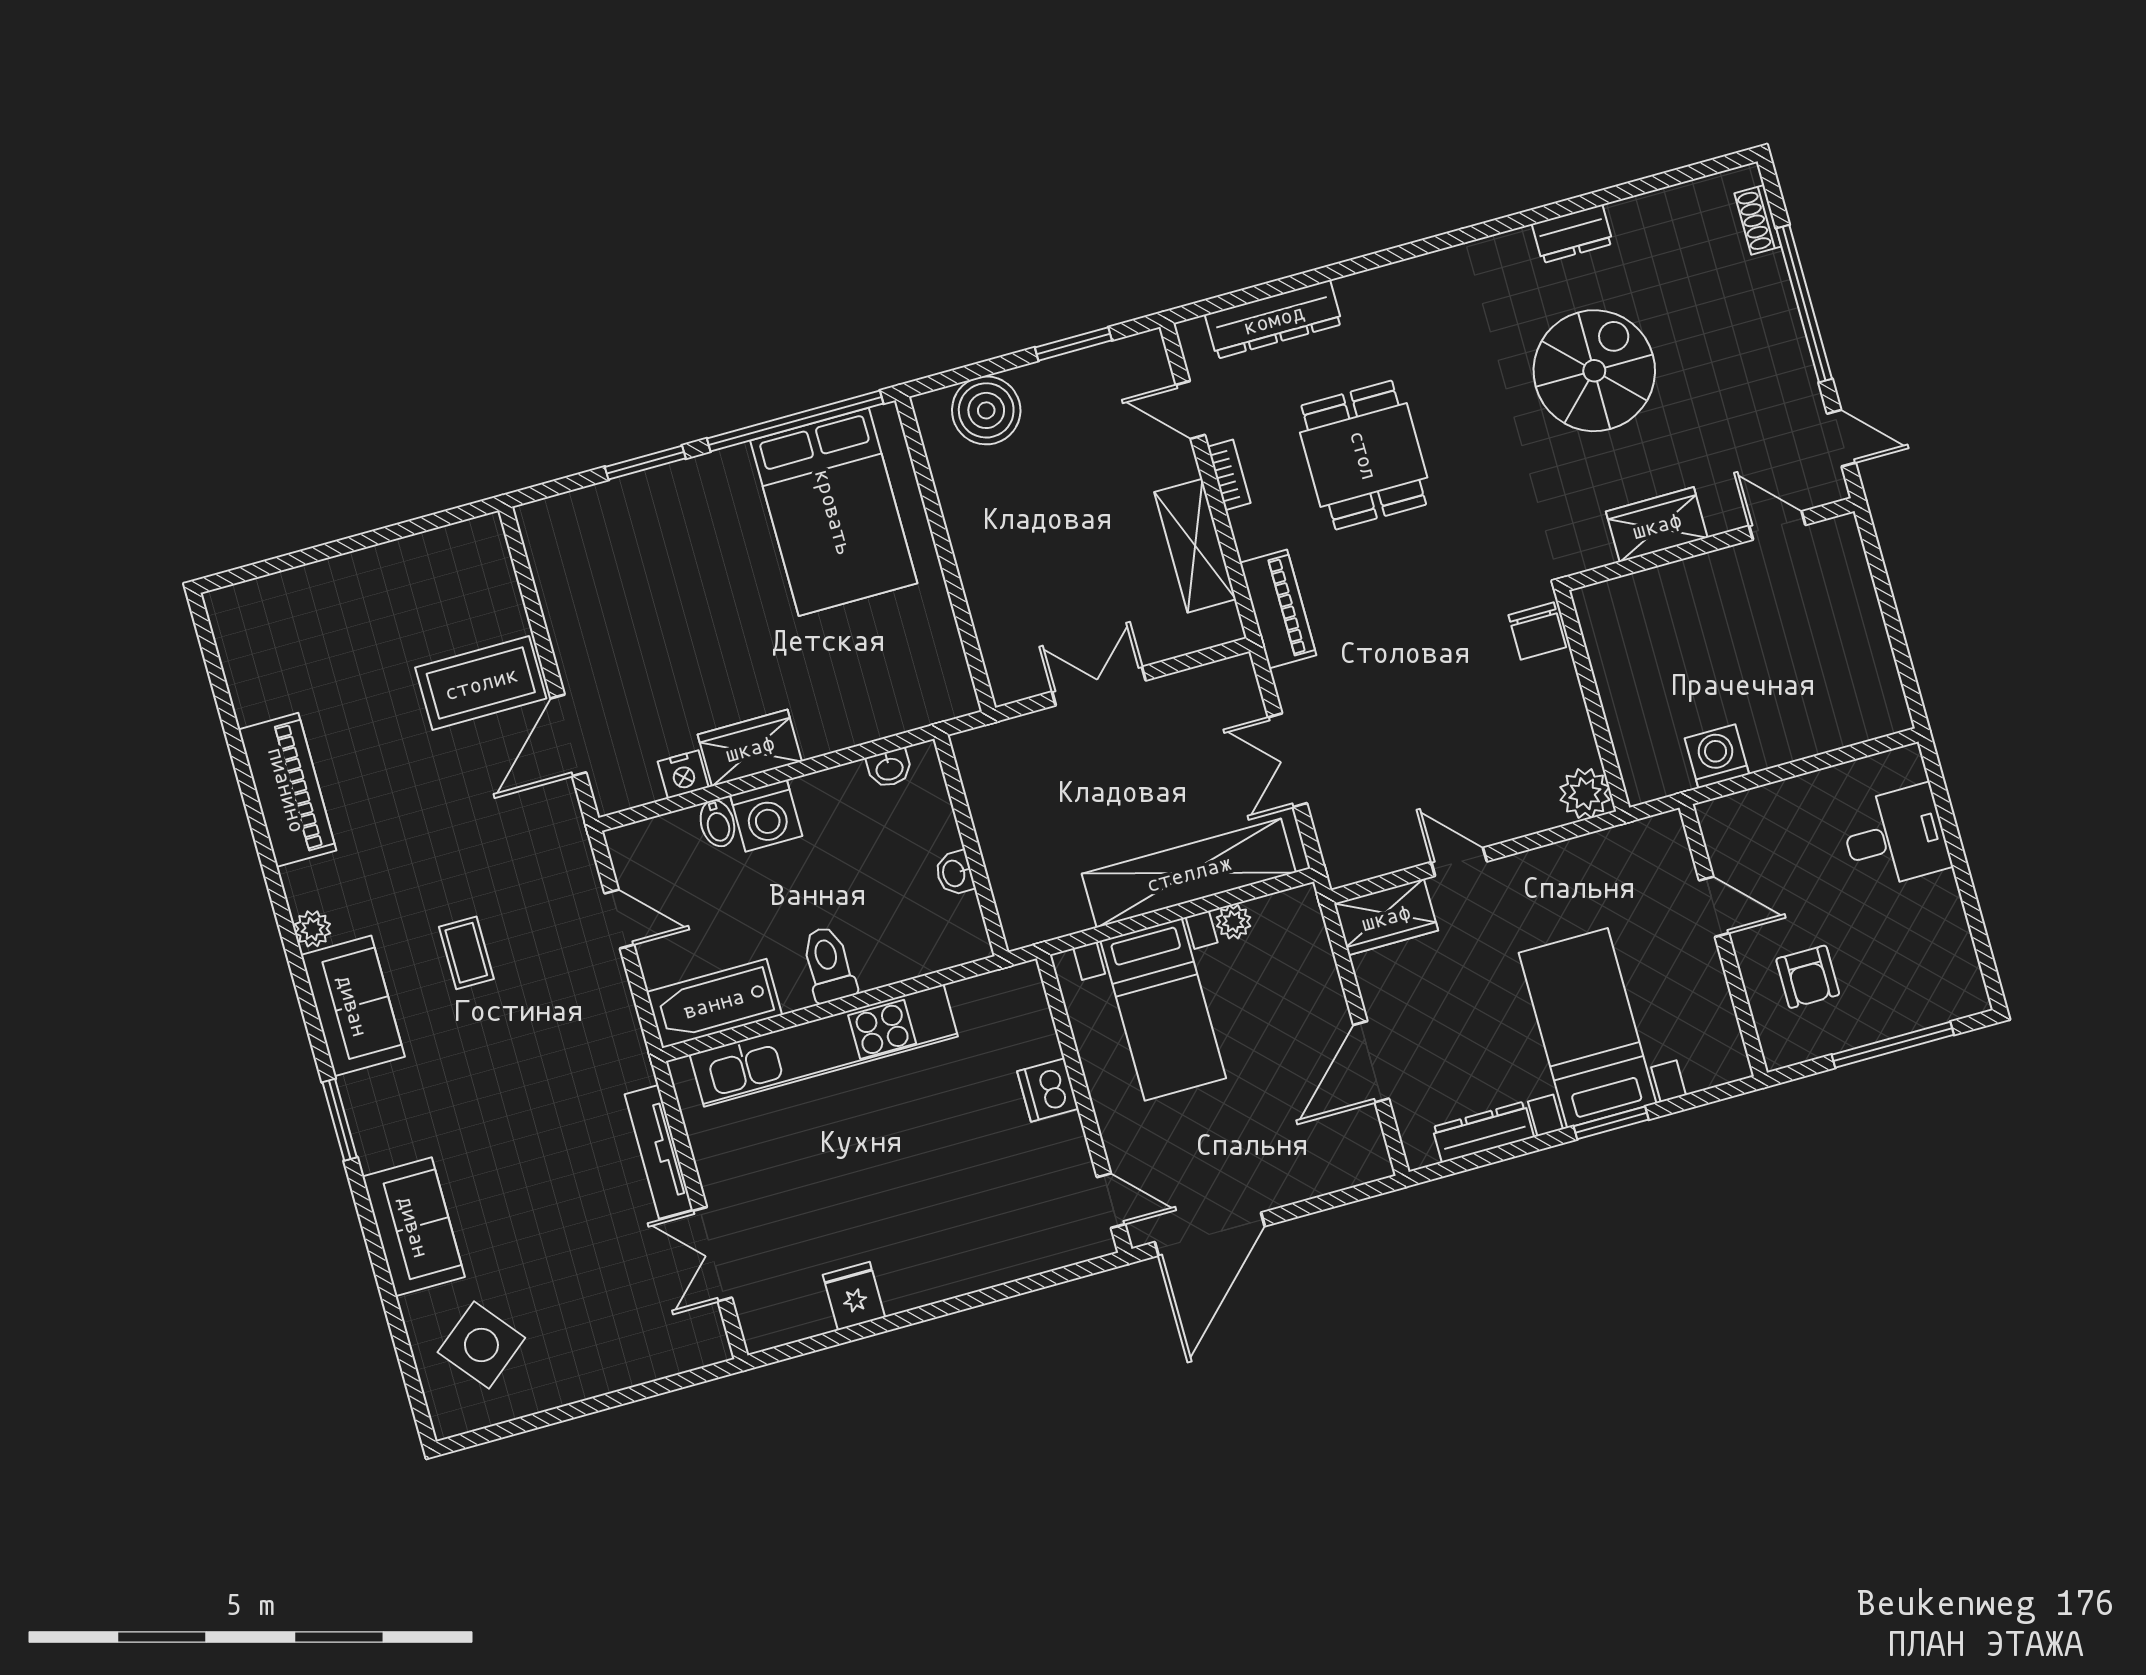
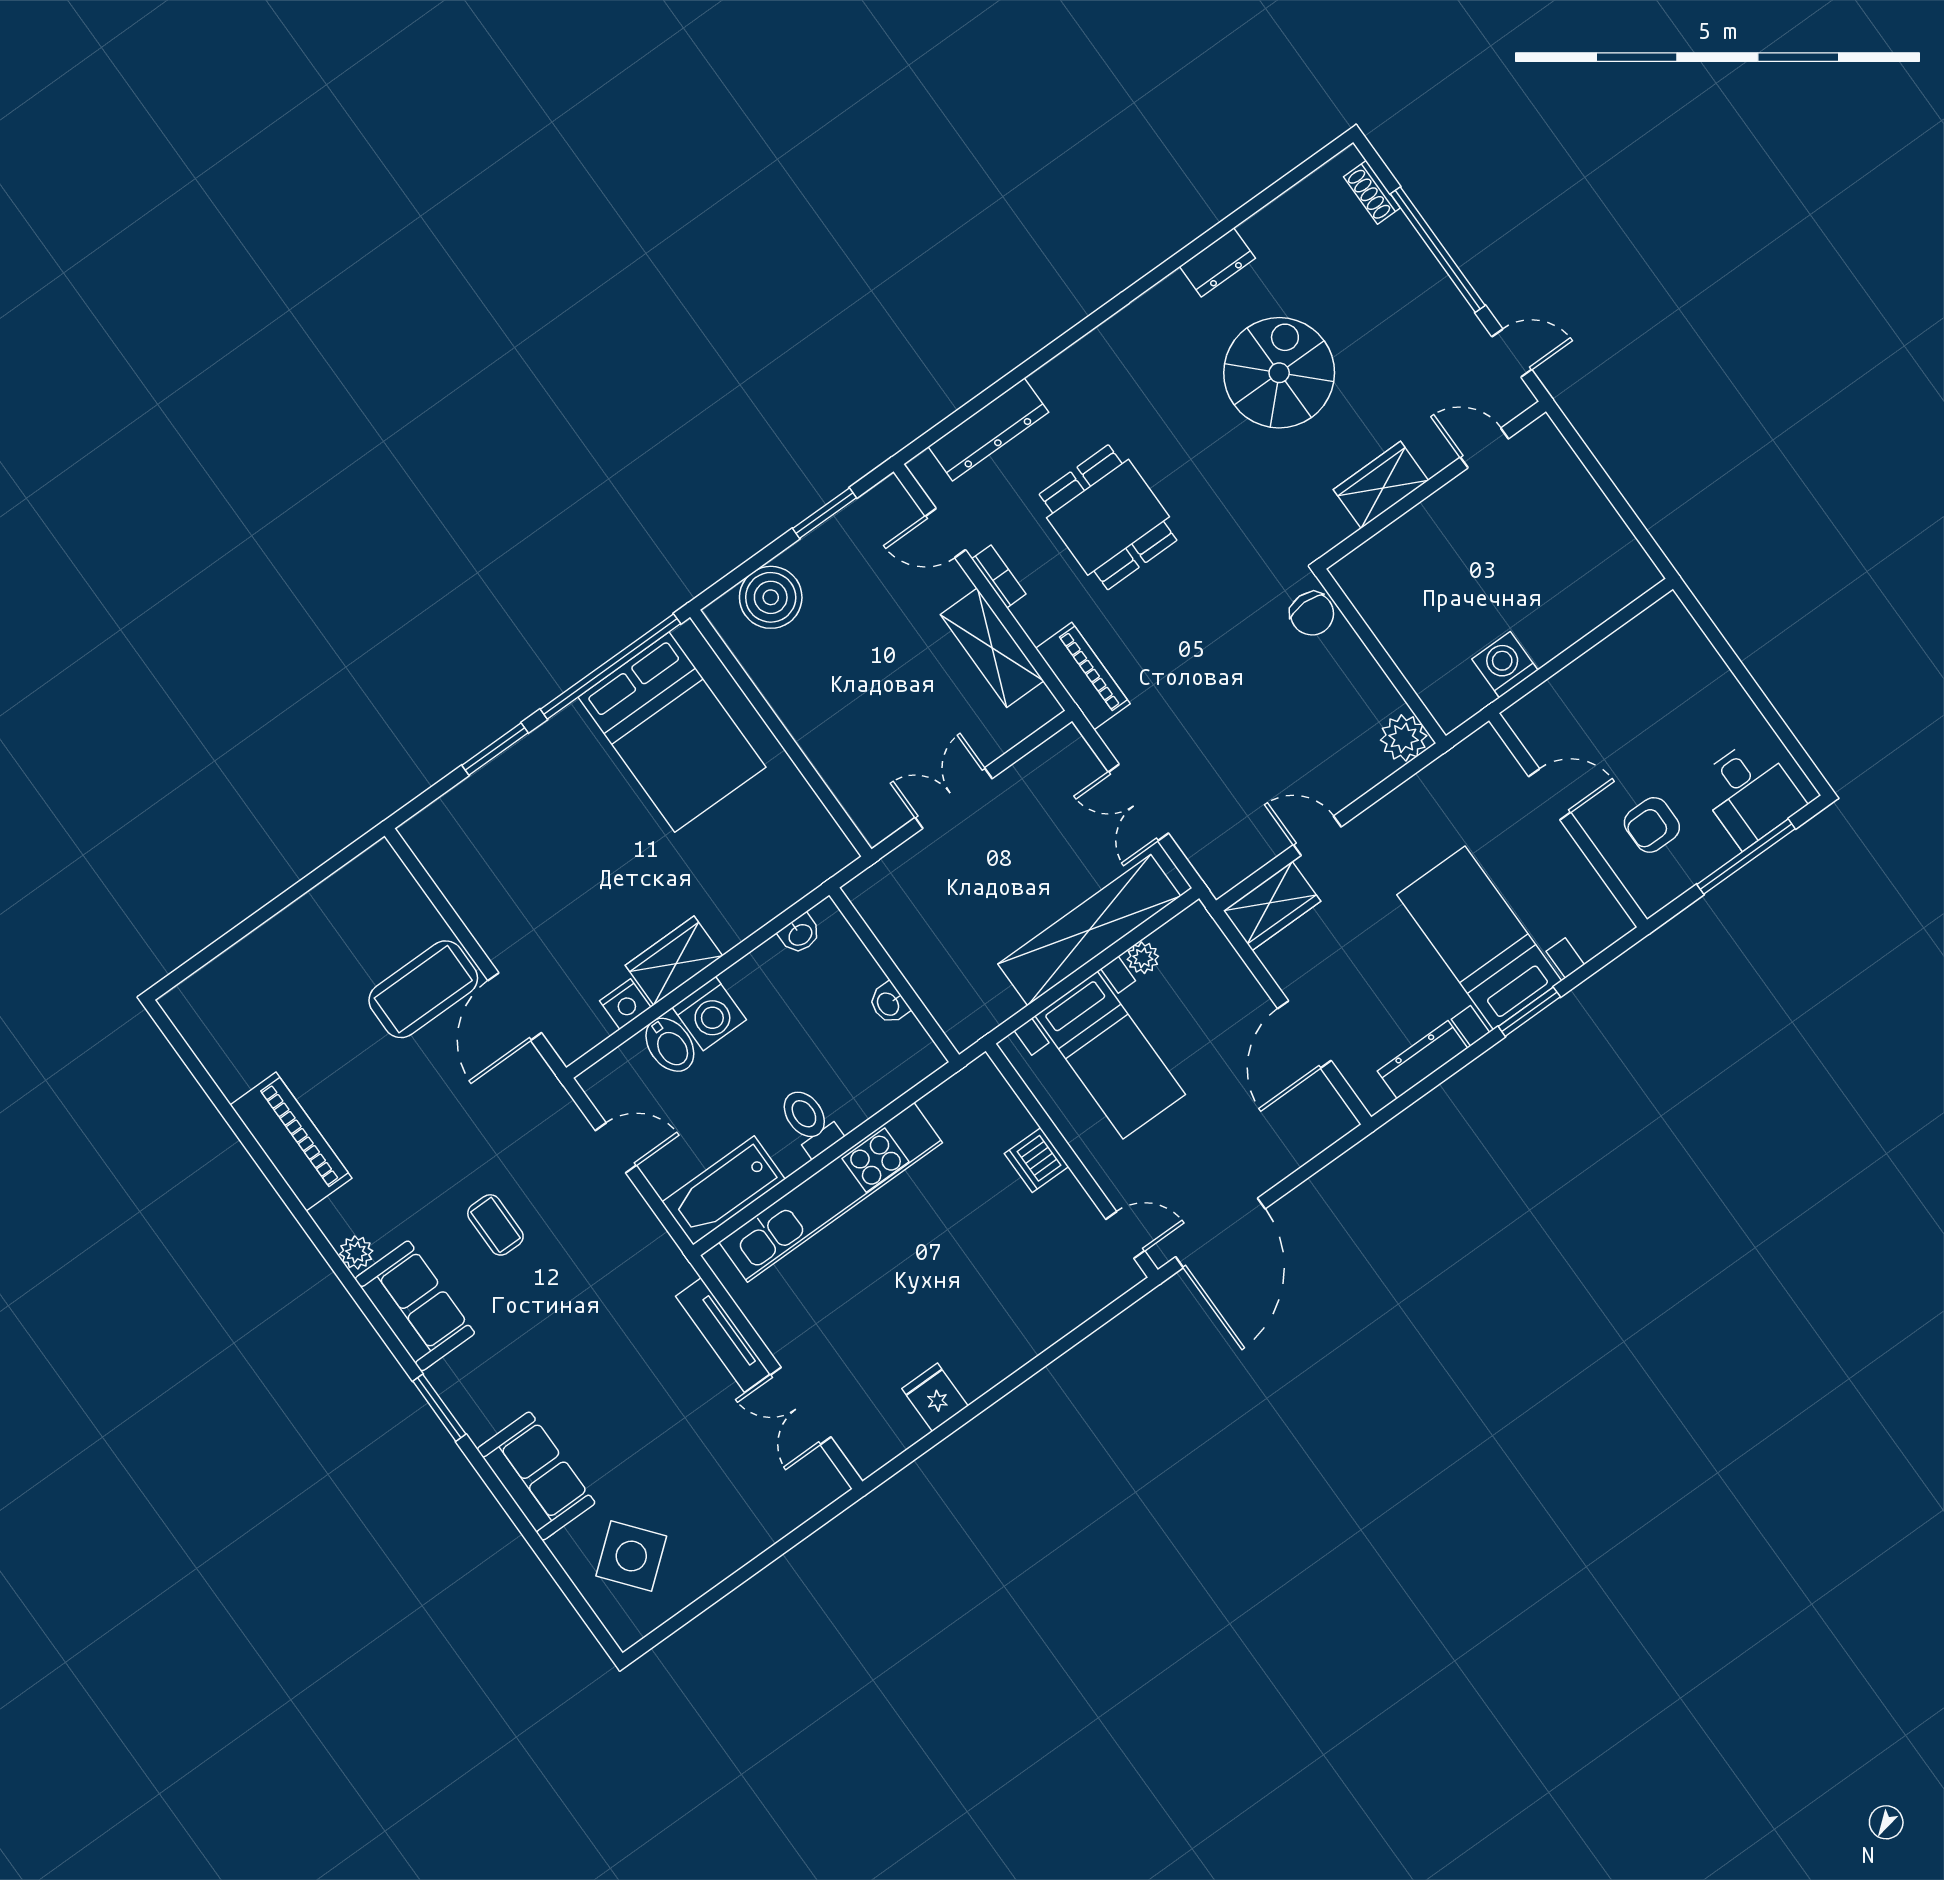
bidet: (717, 823) -> (670, 1045), width x1.38, depth x1.36
desk: (1895, 837) -> (1750, 793), moved, turned 90
armchair: (1808, 977) -> (1652, 825), turned 90

